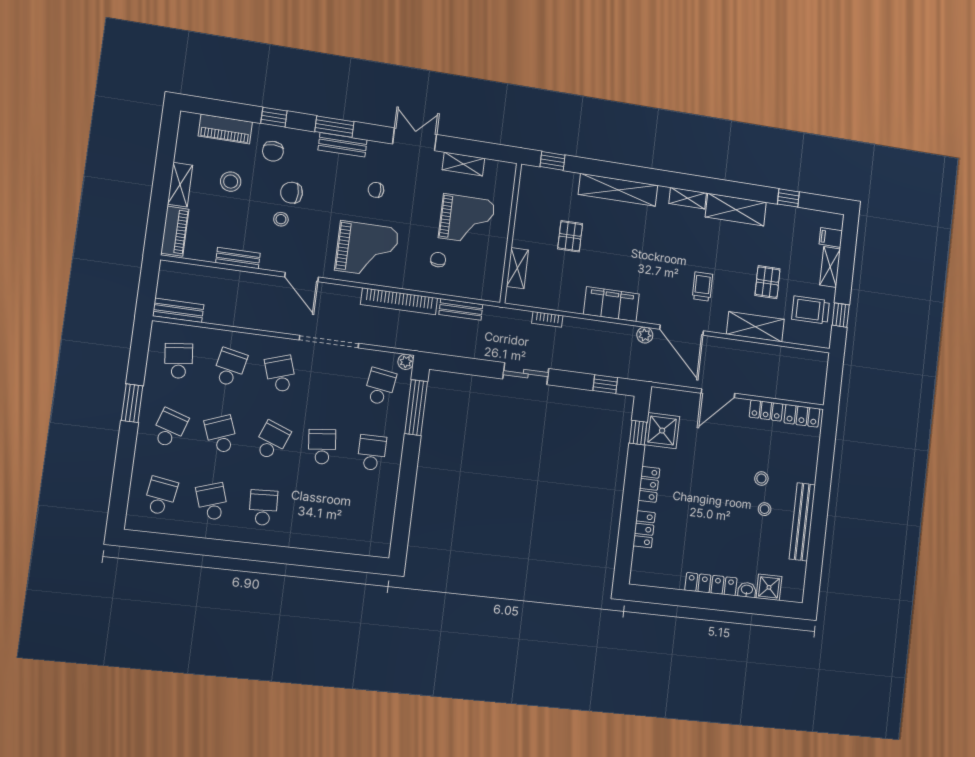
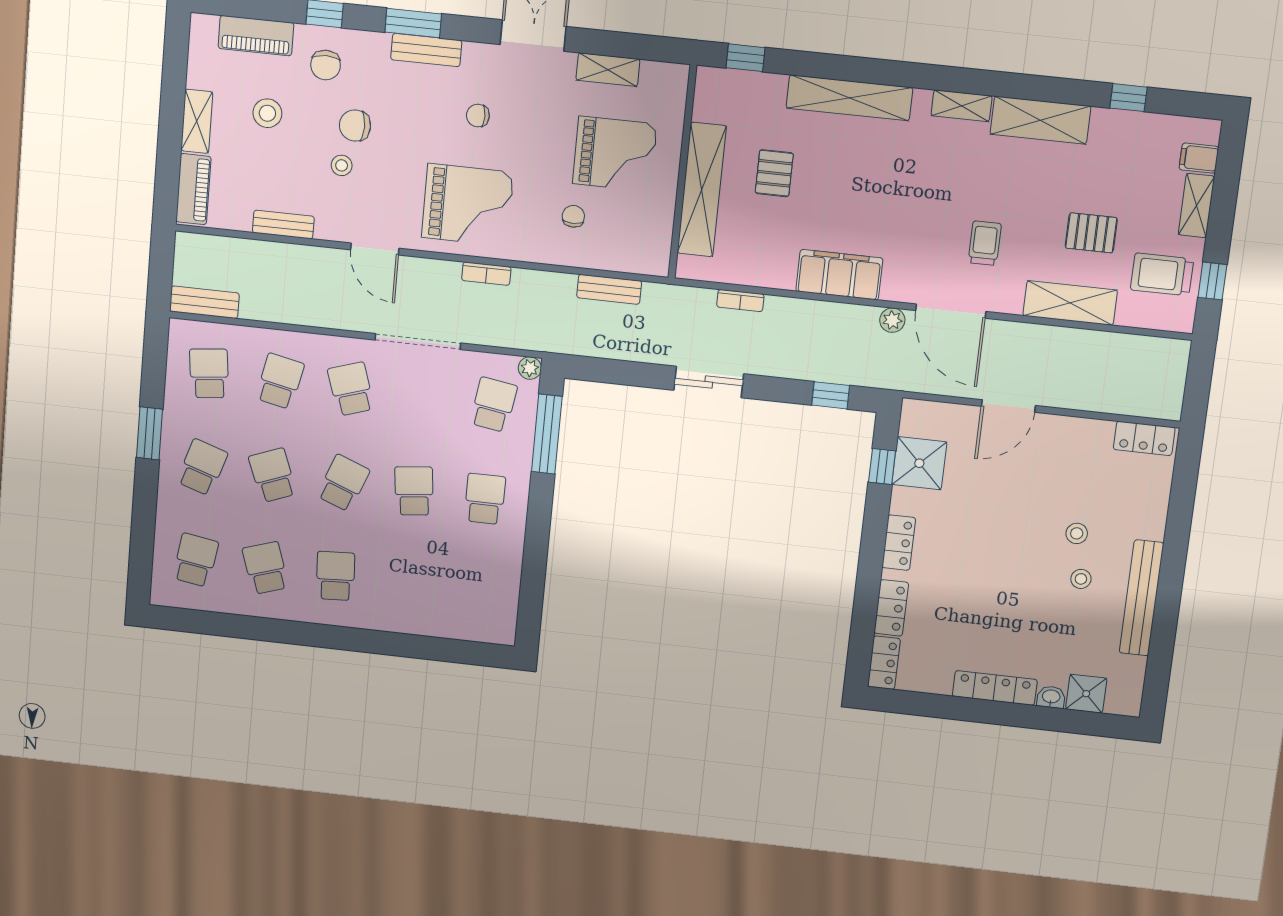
shelving: (517, 268) -> (702, 190), width x2.20, depth x1.33
pallet: (767, 282) -> (1091, 233), turned 90
bookcase: (399, 301) -> (486, 274), width x0.43, depth x0.76
locker: (766, 410) -> (884, 663), moved, turned -90

